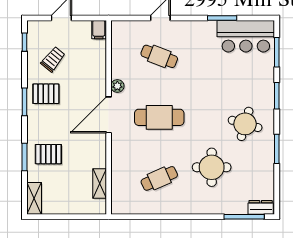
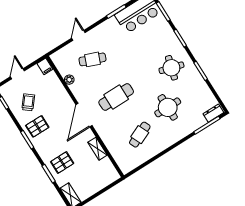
plant: (117, 86) -> (69, 80), moved
shelving: (100, 184) -> (97, 149), moved

